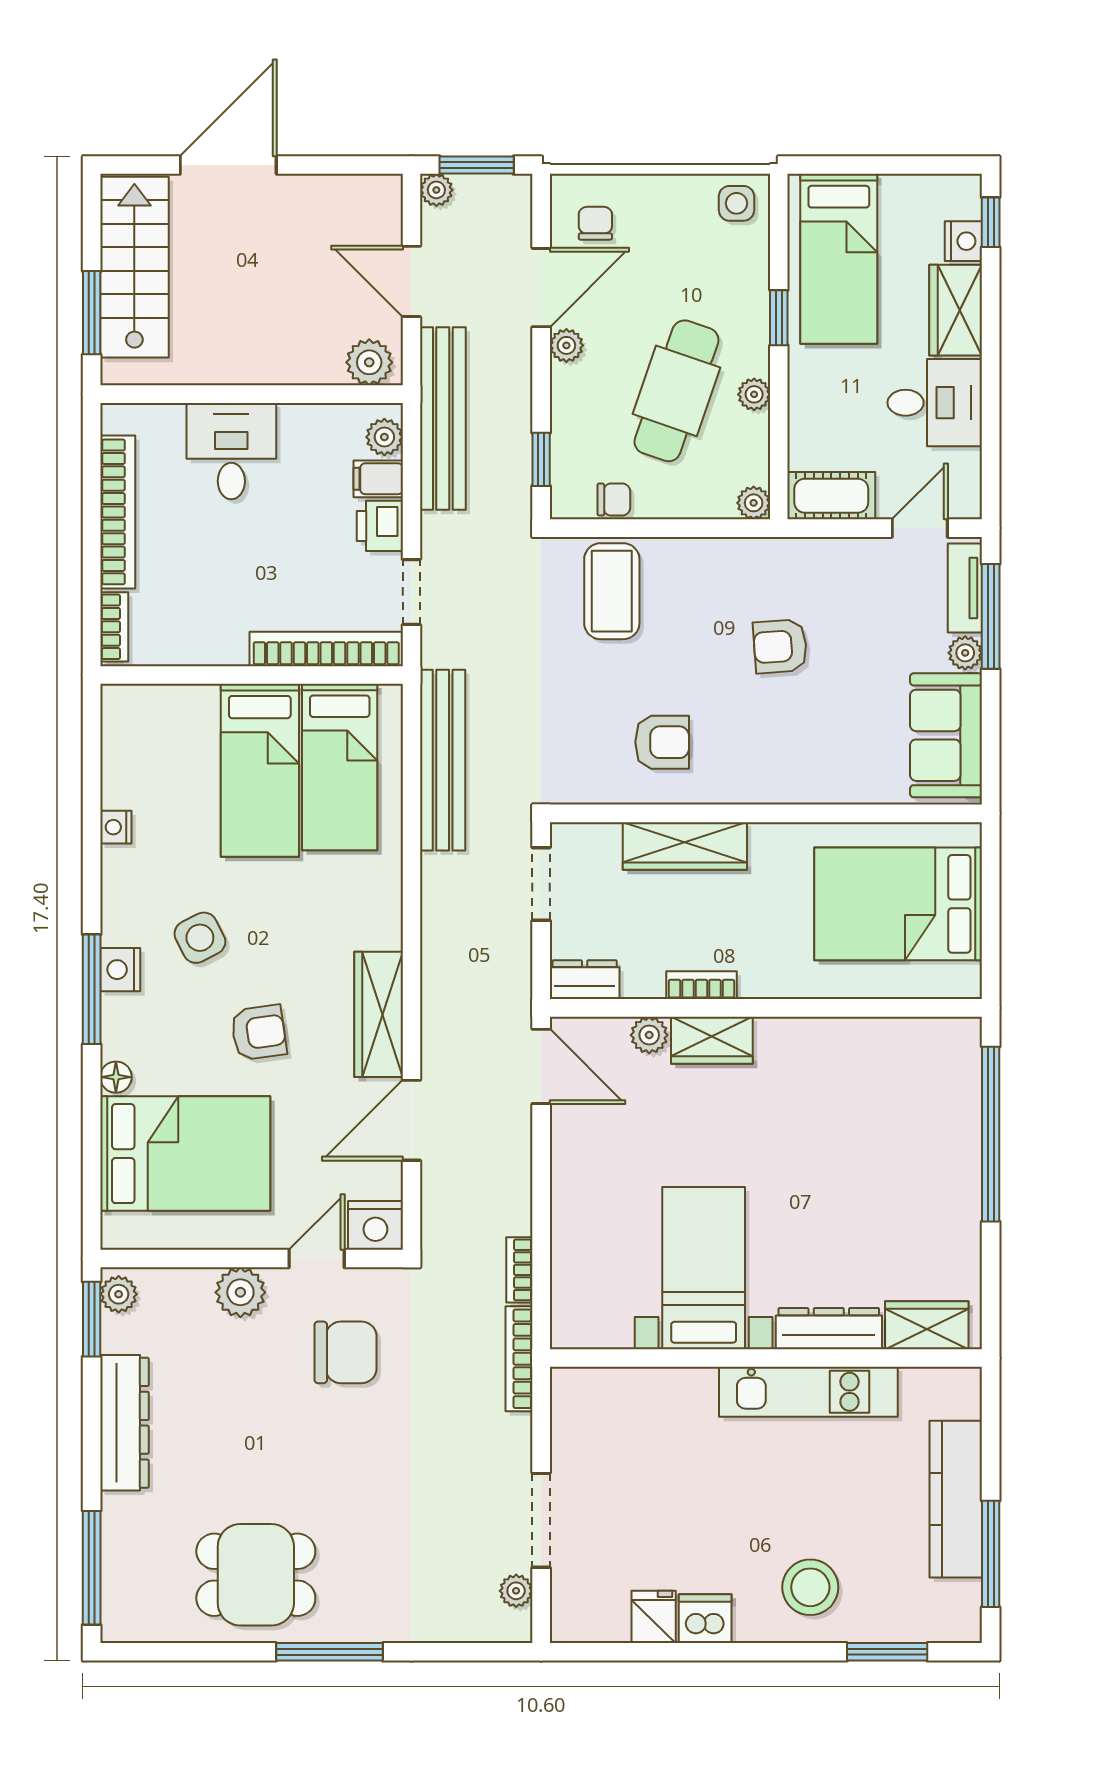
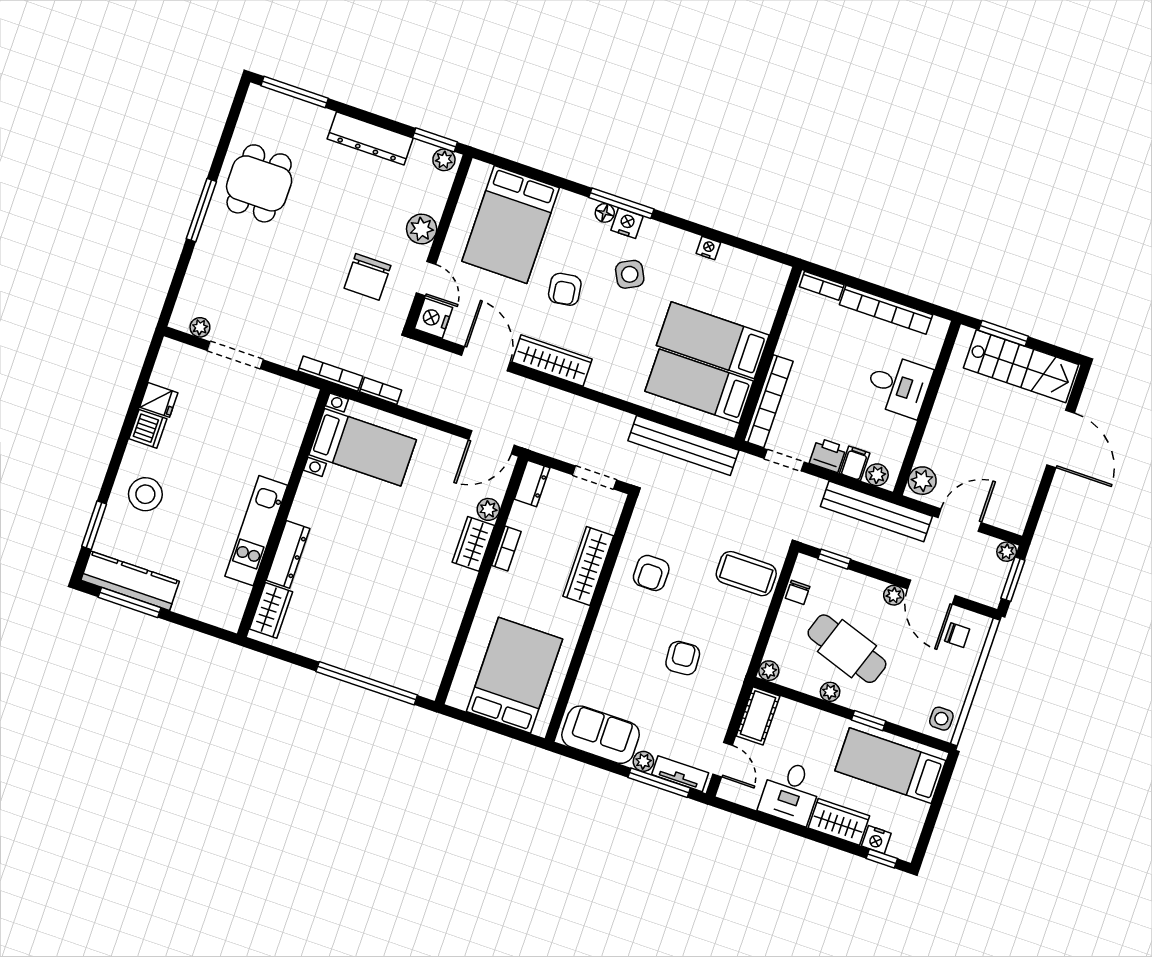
floor lamp: (116, 1077) -> (605, 213), moved
bed with nightstands: (704, 1268) -> (363, 447), moved
kitchen counter: (956, 1499) -> (130, 581), moved

